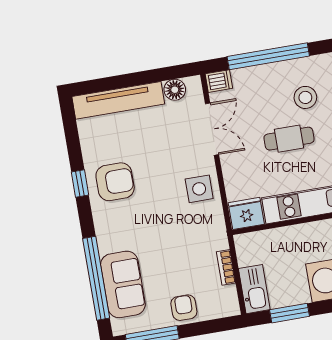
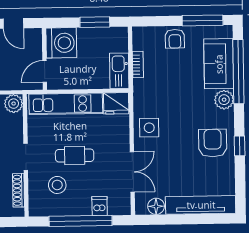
dishwasher: (219, 81) -> (100, 206), moved, turned 90
double door: (212, 129) -> (132, 172), swing flipped
armchair: (115, 182) -> (213, 143), turned 90
plant: (109, 240) -> (224, 100), added
kitchen sink: (254, 289) -> (119, 71), moved

